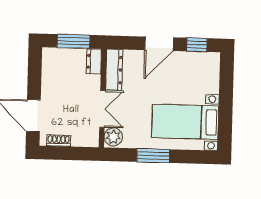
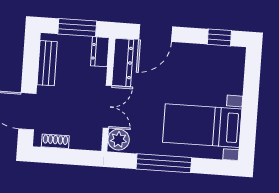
door: (159, 44) -> (156, 33), moved
bench: (49, 73) -> (47, 63), added
window: (153, 156) -> (164, 163), width x1.44

